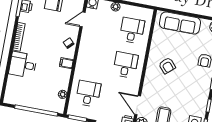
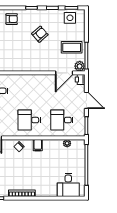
desk: (23, 65) -> (68, 185), moved
desk: (126, 65) -> (29, 120), moved
armchair: (167, 66) -> (40, 34), moved

